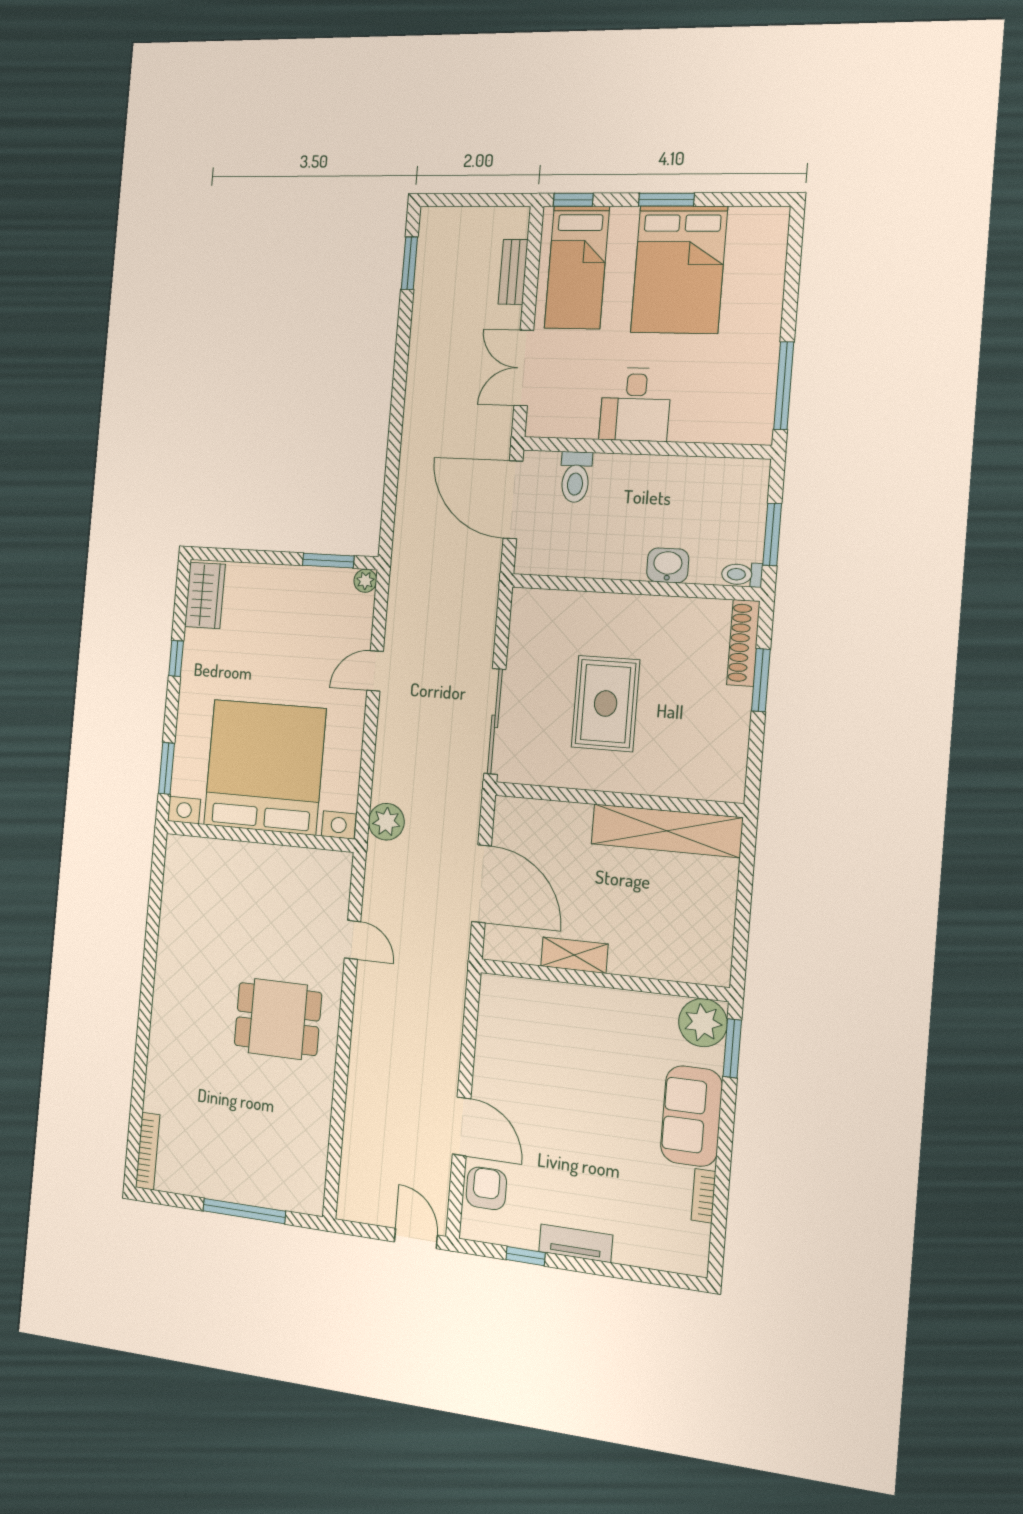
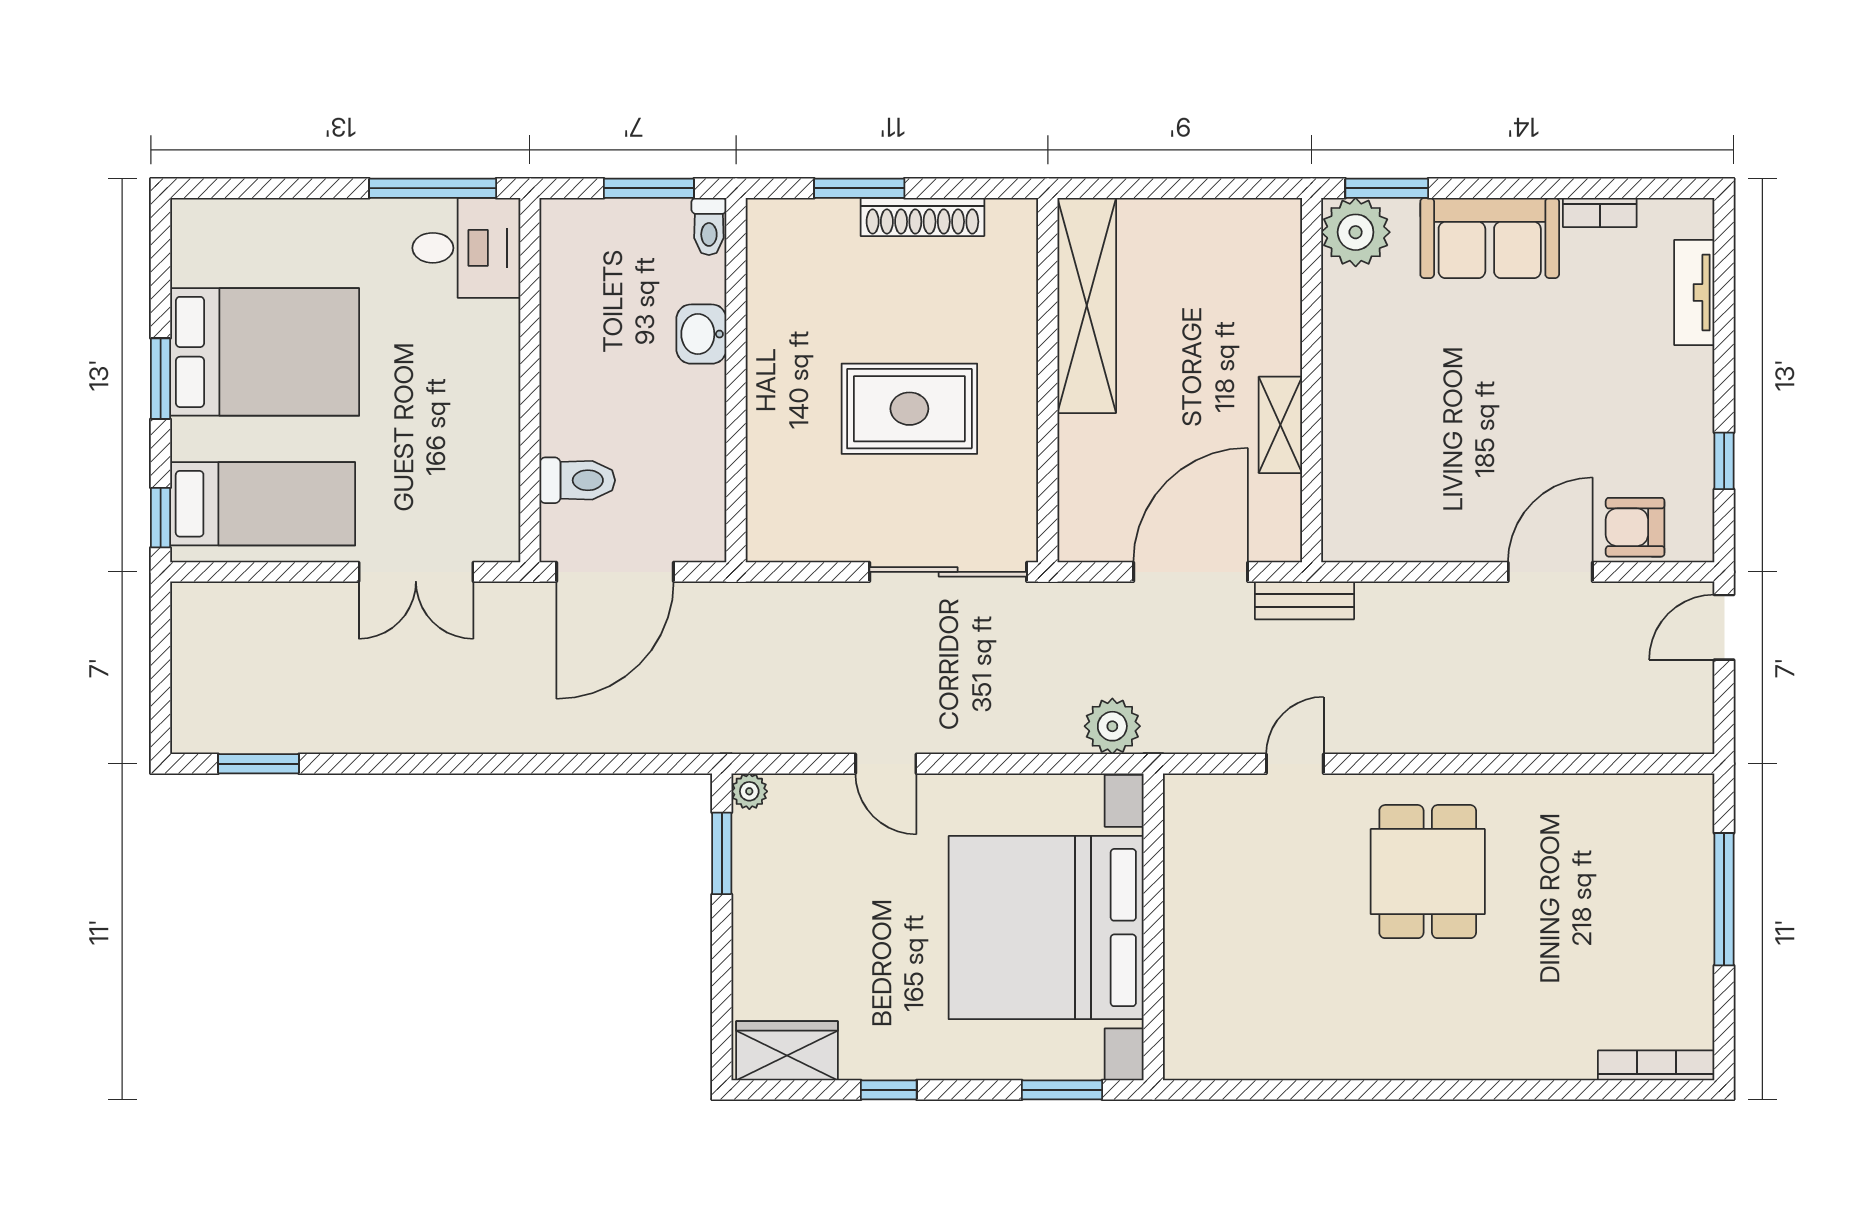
bench: (513, 272) -> (1305, 600), moved
desk: (635, 404) -> (466, 248), moved
shoe rack: (743, 643) -> (922, 217), moved
tv unit: (576, 1243) -> (1694, 292), moved

